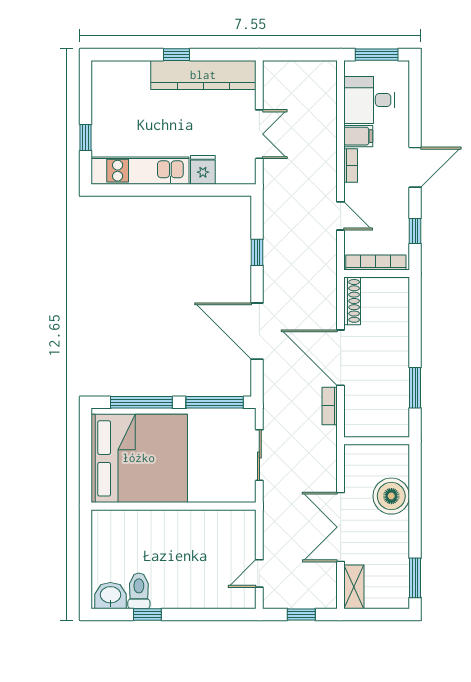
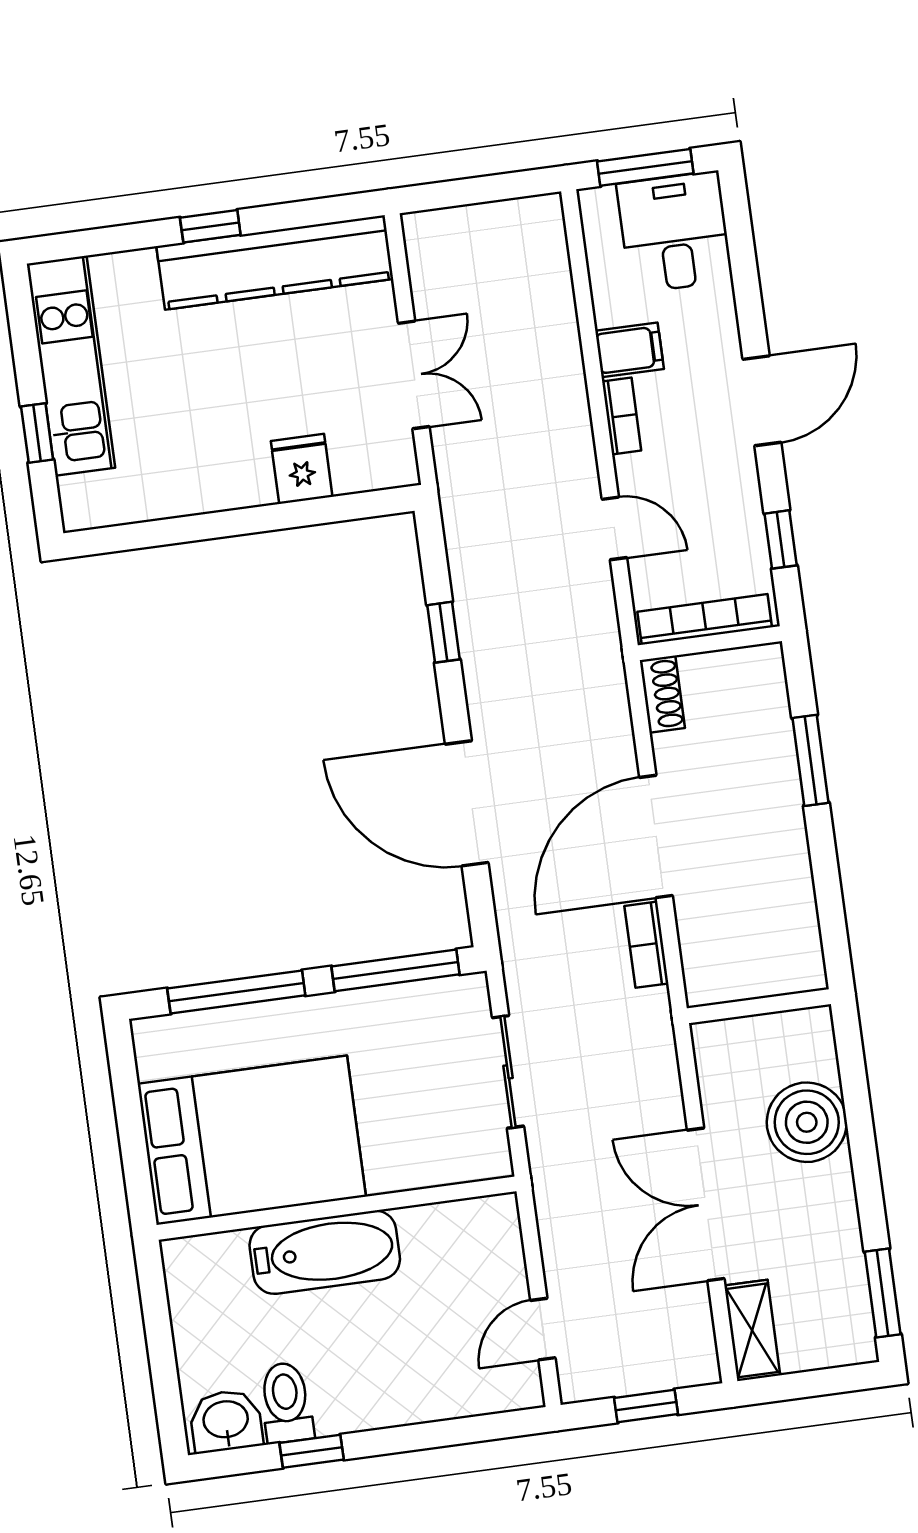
desk: (369, 100) -> (675, 232), moved, turned 90
kitchen unit: (140, 171) -> (71, 366), moved, turned 90
shoe rack: (352, 301) -> (662, 694), width x0.70
door: (341, 358) -> (656, 837), hinge flipped
window: (415, 388) -> (811, 760), moved
bed: (139, 458) -> (252, 1140), width x0.73
bathtub: (165, 525) -> (325, 1252), added

